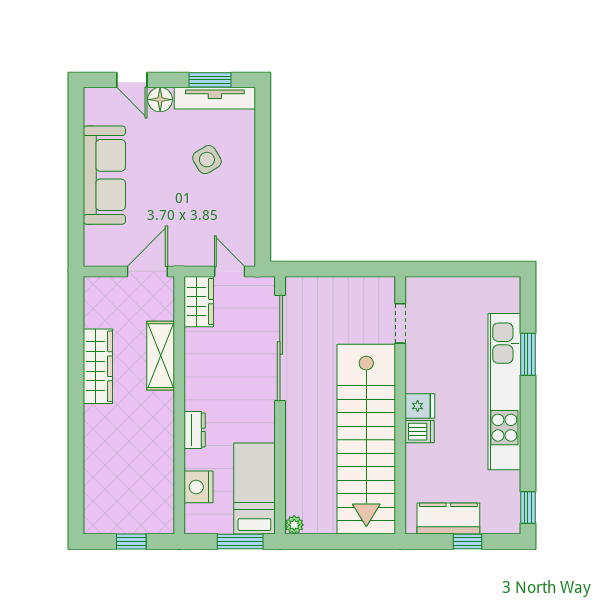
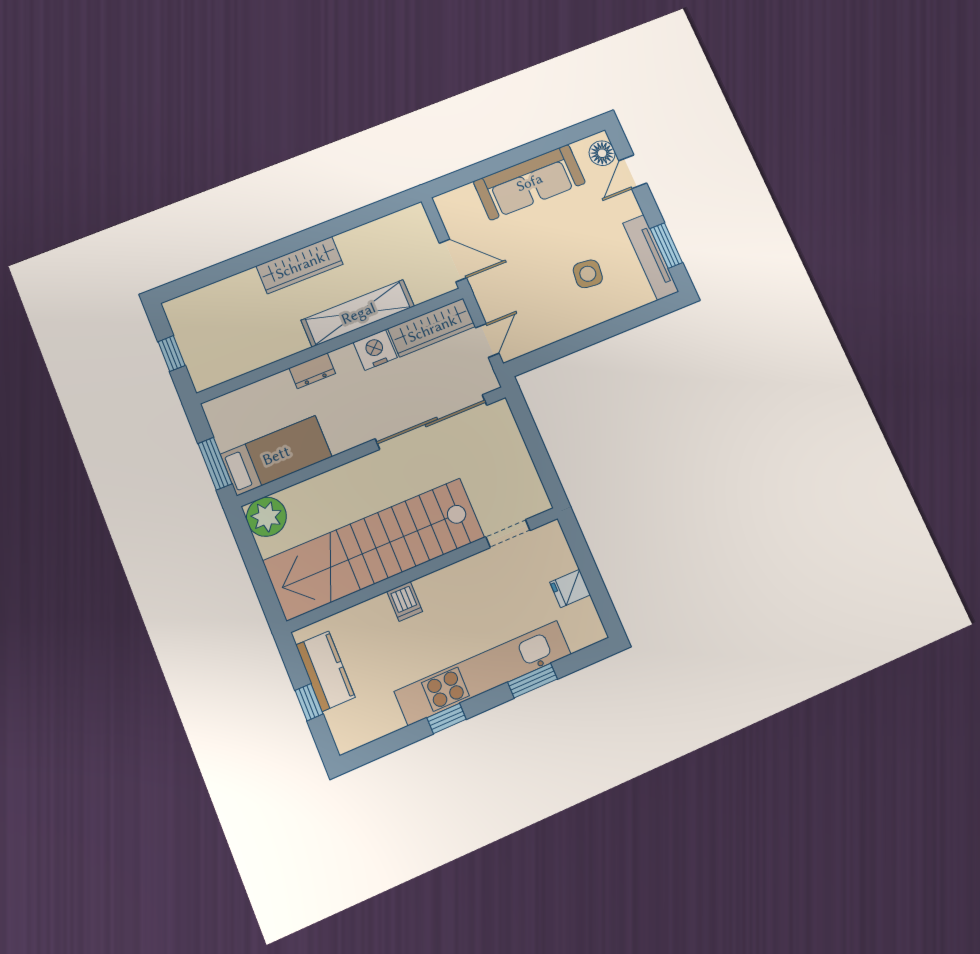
floor lamp: (160, 100) -> (602, 153), moved
side table: (207, 160) -> (588, 274), turned 38
wardrobe: (199, 302) -> (432, 328), width x1.50
shelving: (161, 356) -> (358, 313), width x1.47
wardrobe: (98, 366) -> (300, 265), moved
fridge: (420, 406) -> (570, 589), moved, turned 90
nightstand: (198, 487) -> (375, 350), moved
window: (528, 508) -> (446, 718), moved
plant: (294, 525) -> (266, 517), width x1.88, depth x1.88

